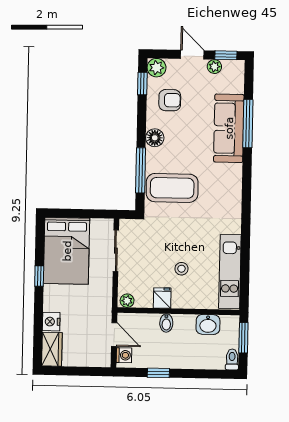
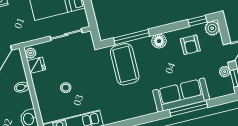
fridge: (162, 298) -> (36, 65), moved

